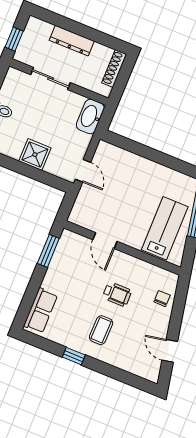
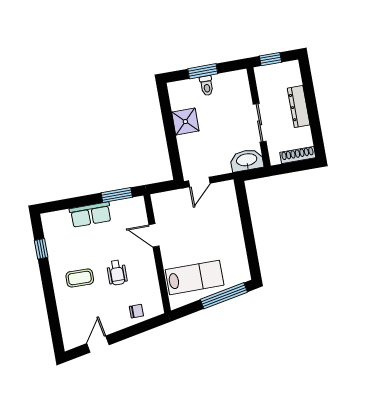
sliding door: (51, 79) -> (260, 123), moved
shower: (35, 155) -> (185, 122), moved
door: (105, 241) -> (154, 235), hinge flipped
row of seats: (41, 311) -> (91, 215), moved
window: (74, 356) -> (41, 249), moved

